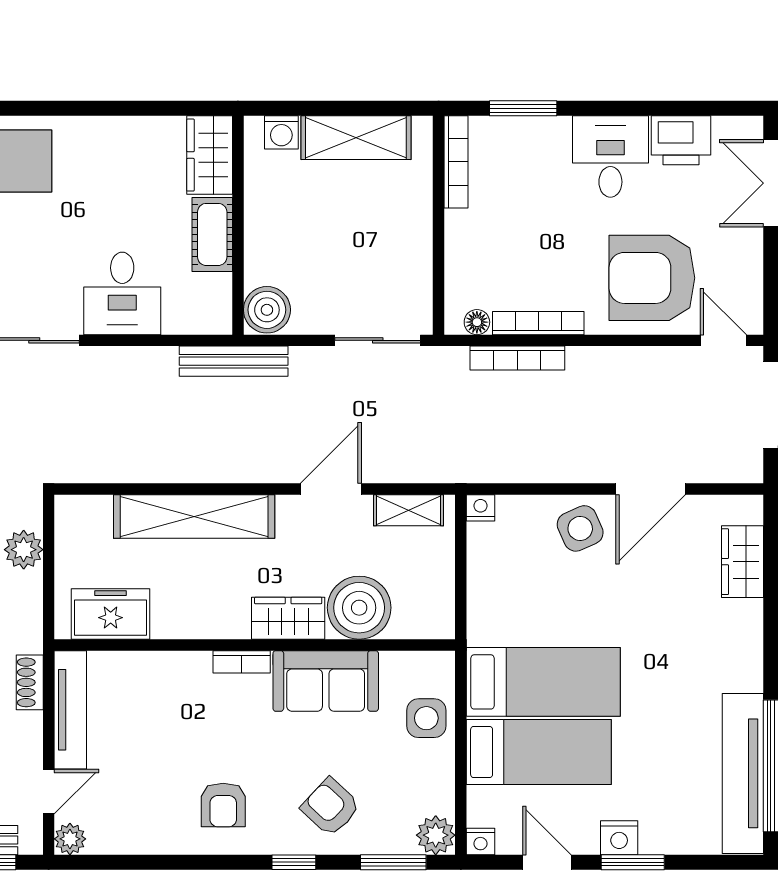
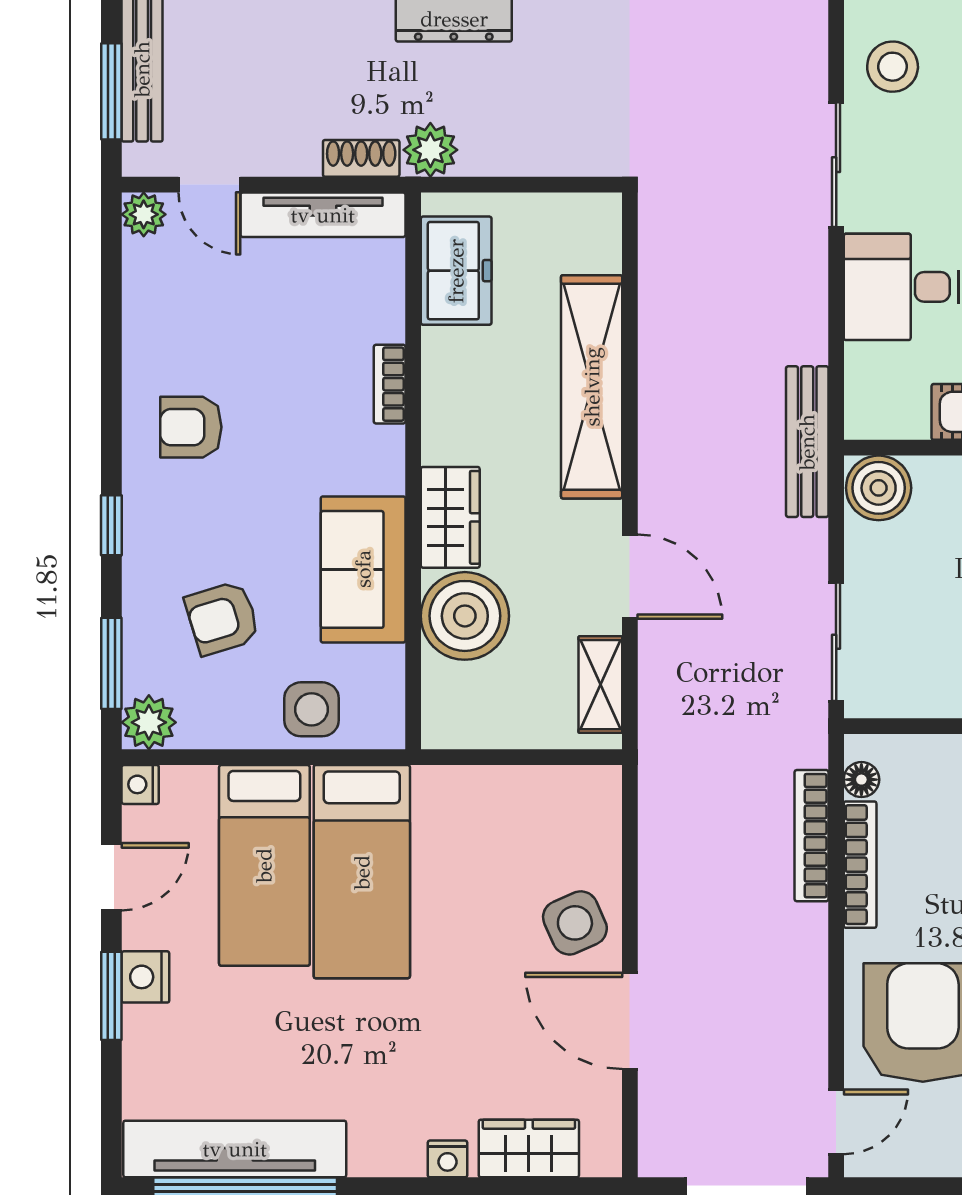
nightstand: (481, 508) -> (447, 1159), moved, turned 90
plant: (24, 550) -> (430, 150), moved
bookcase: (242, 662) -> (390, 384), moved
armchair: (331, 807) -> (222, 618), moved, turned -150

